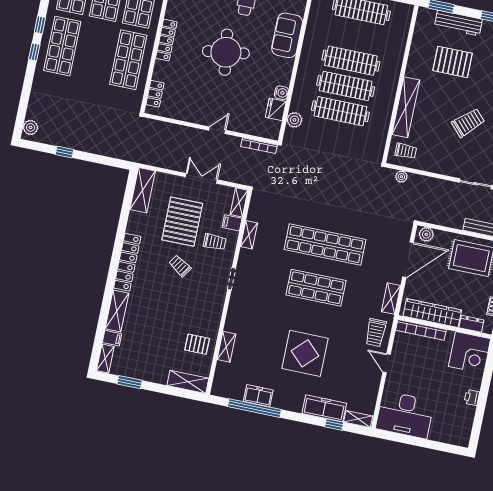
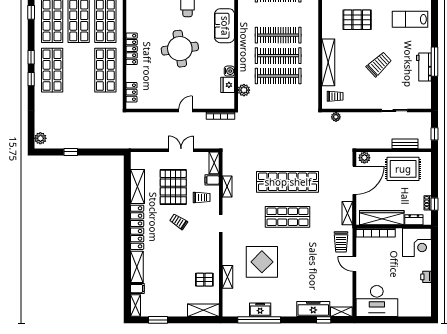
shelving: (143, 190) -> (137, 186), moved
display table: (305, 353) -> (262, 262), moved

